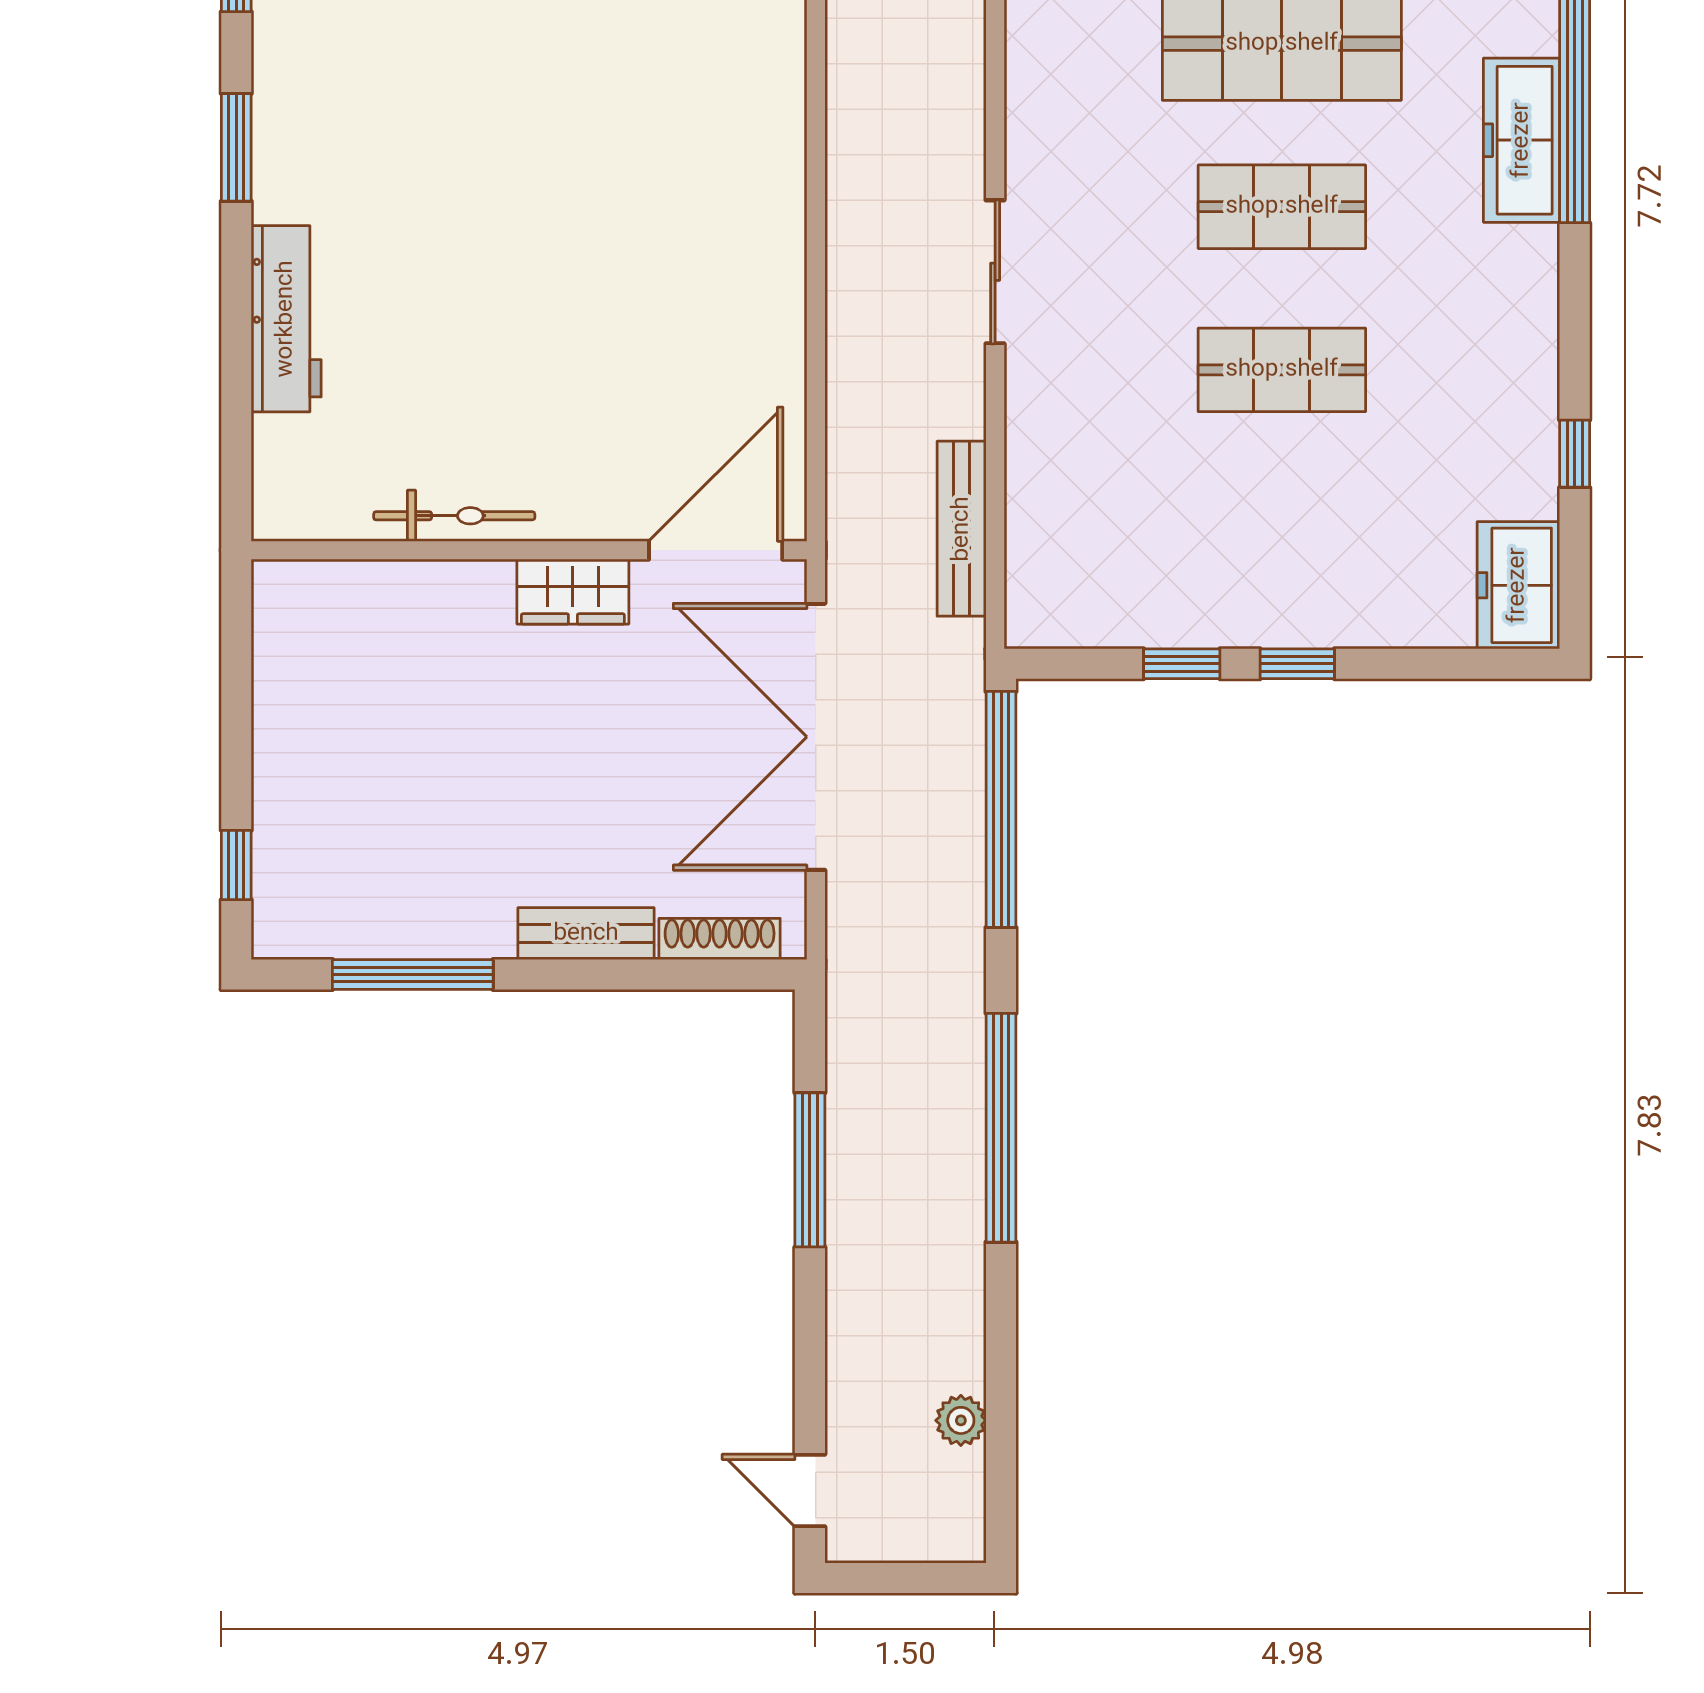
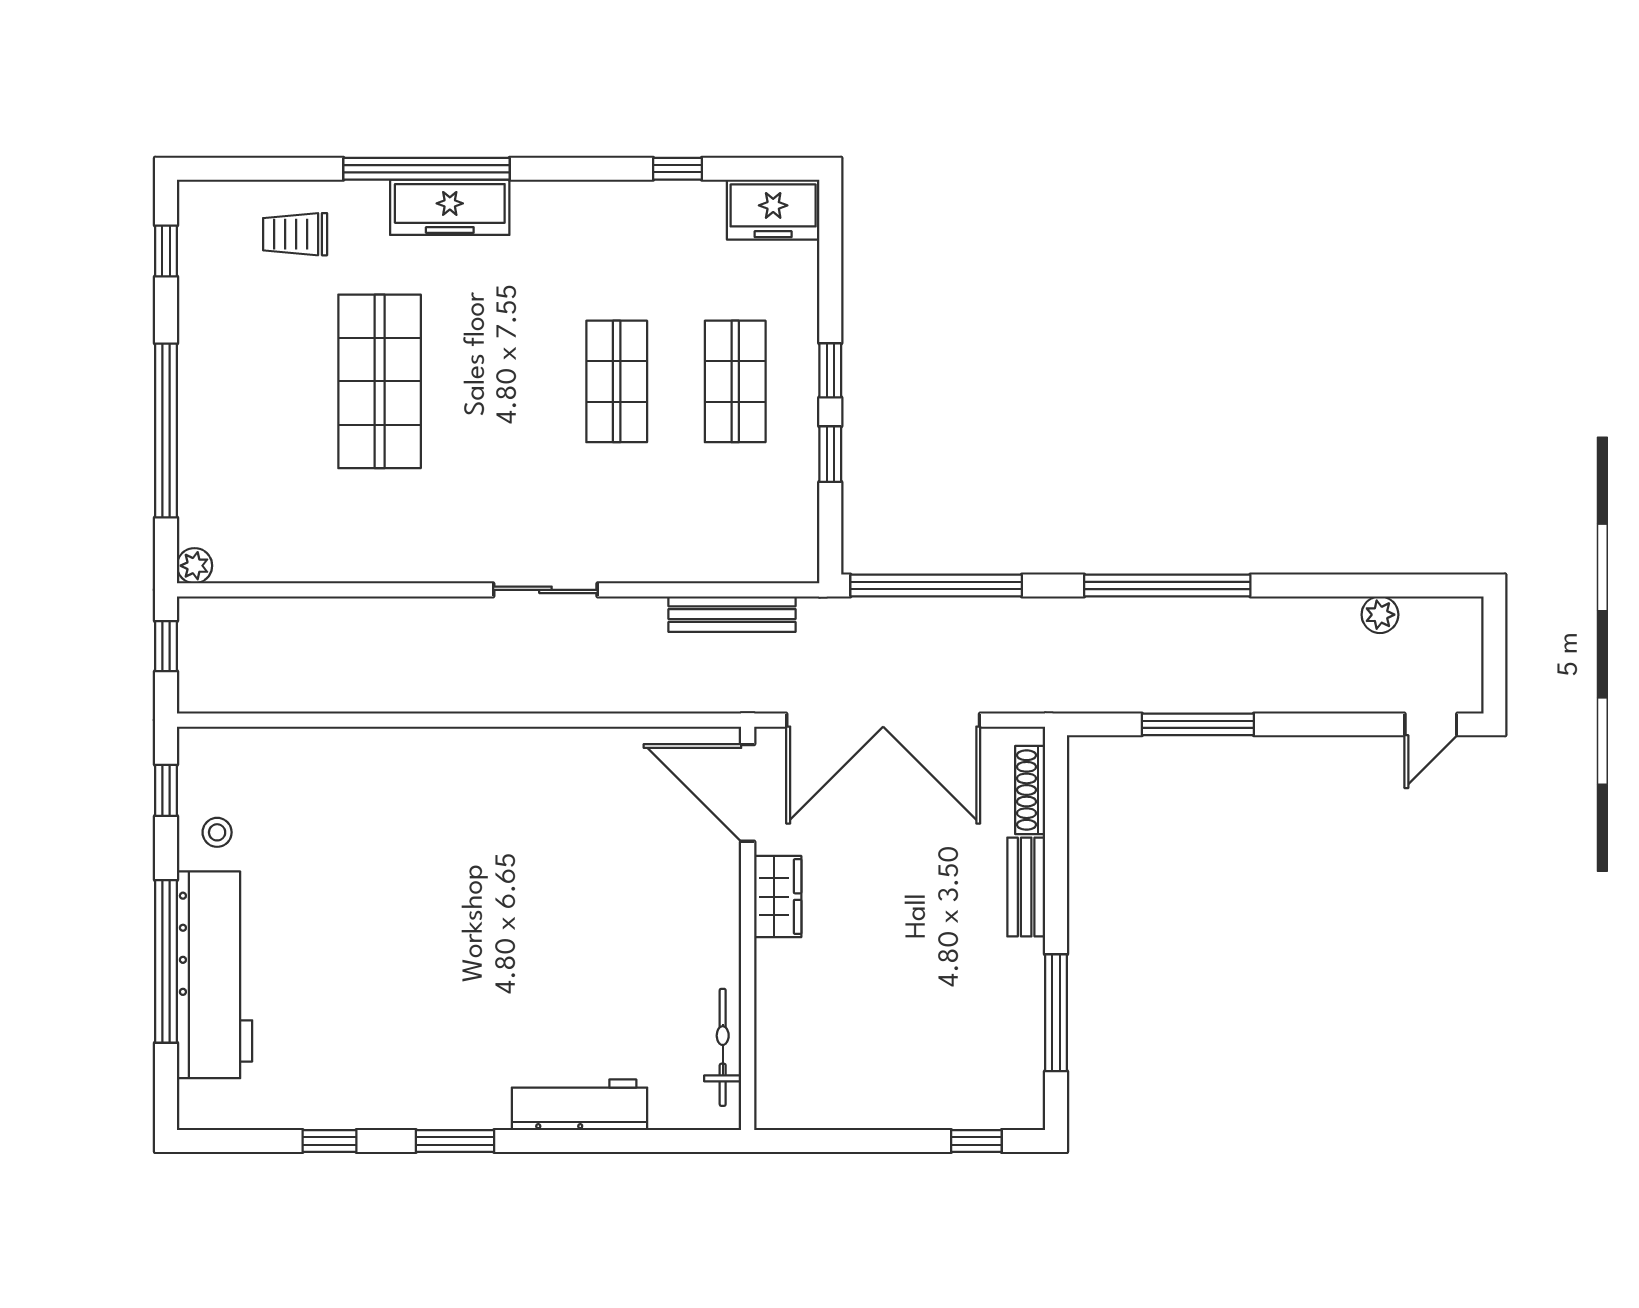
shop shelf: (1282, 207) -> (735, 381), moved
bicycle: (454, 516) -> (723, 1047), moved

